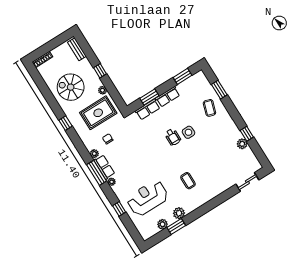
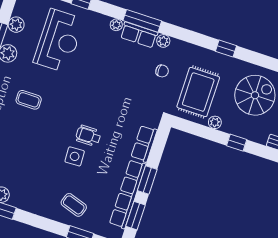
window: (149, 97) -> (147, 180), moved
row of seats: (168, 97) -> (128, 194), width x2.02

